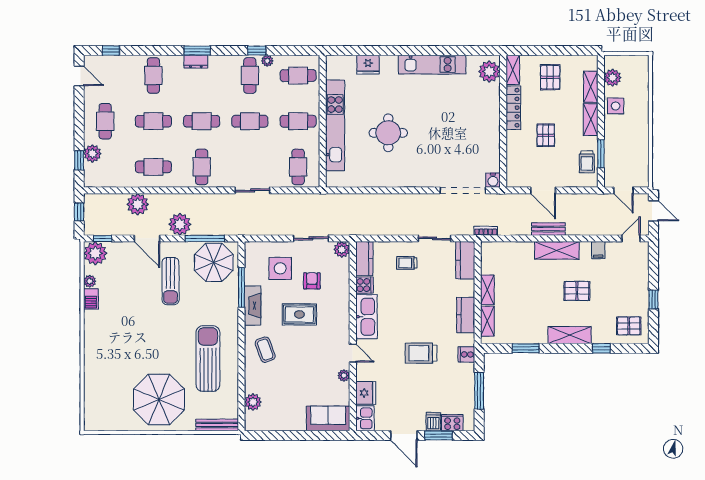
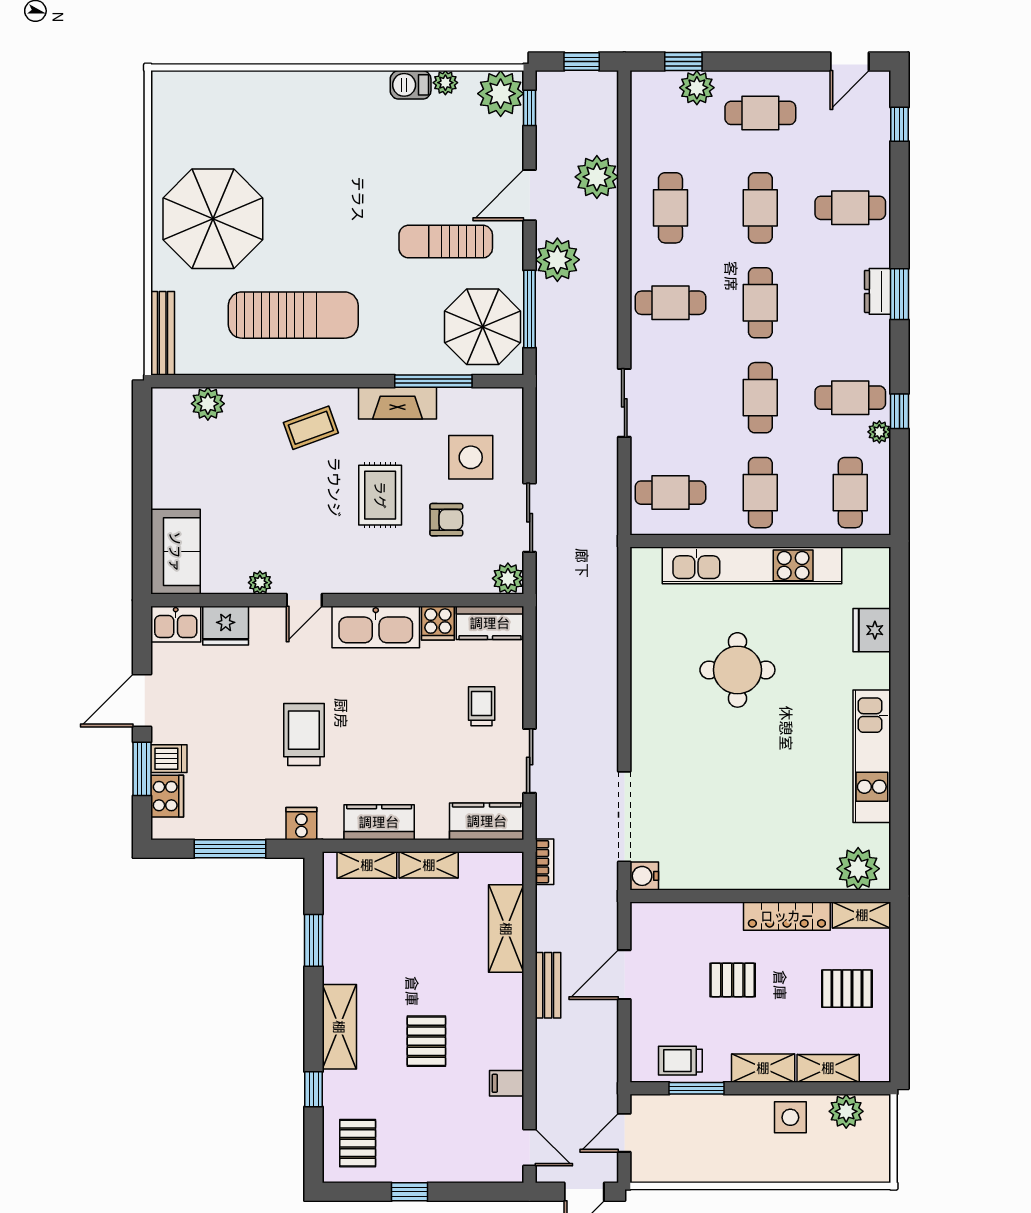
shelving: (557, 250) -> (506, 929), moved

